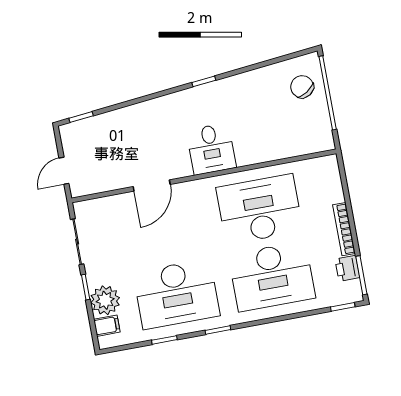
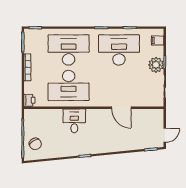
desk: (211, 149) -> (74, 121), moved
door: (64, 171) -> (165, 135), moved
door: (152, 186) -> (121, 108), swing flipped
printer: (347, 268) -> (29, 100), moved
plant: (105, 300) -> (156, 65), moved

